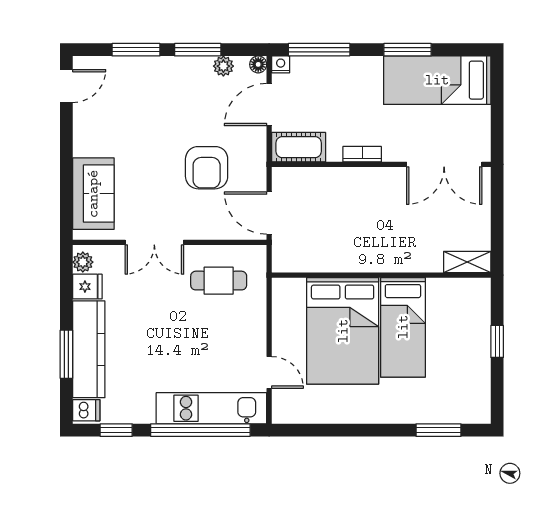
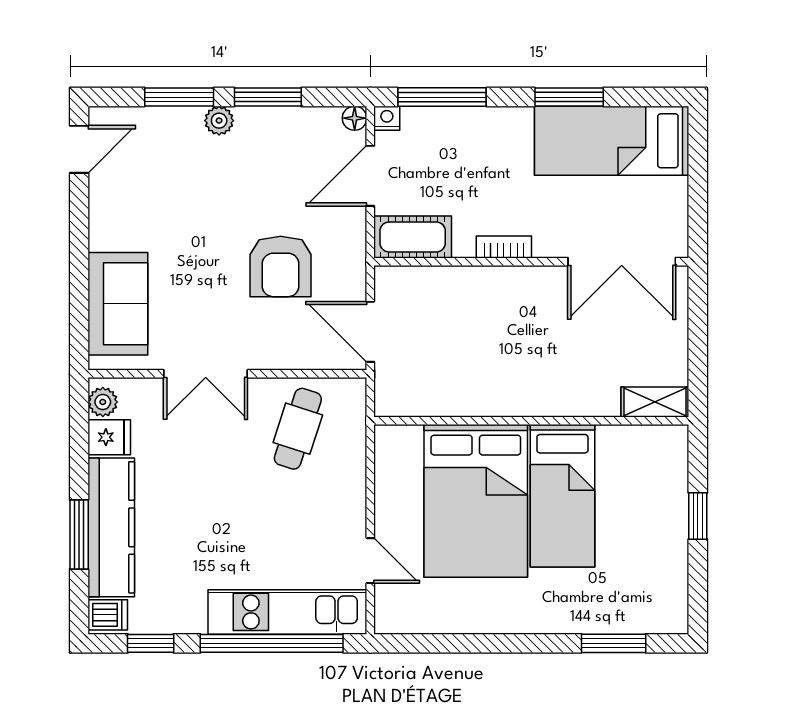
plant: (223, 66) -> (219, 121), moved
cafe table: (219, 281) -> (298, 429), turned -72

